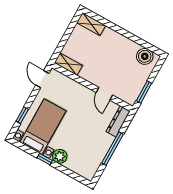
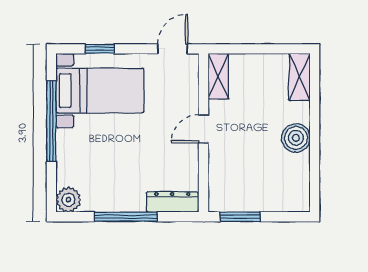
boiler: (145, 56) -> (296, 138), moved
door: (104, 94) -> (203, 129), moved
plant: (60, 156) -> (68, 200), moved
window: (45, 159) -> (51, 121), width x3.17

